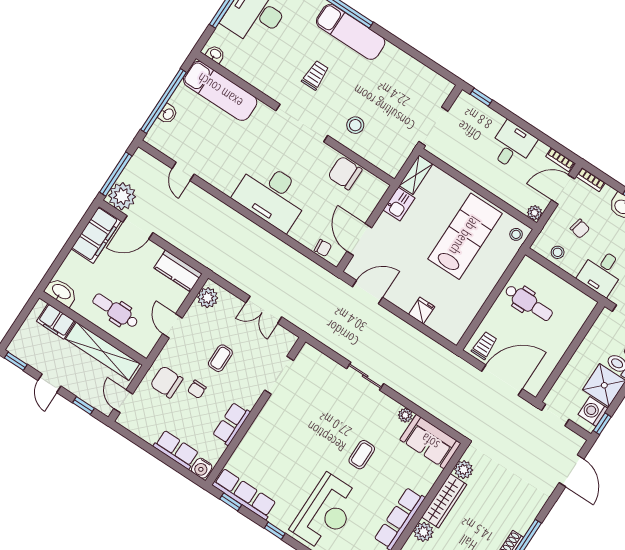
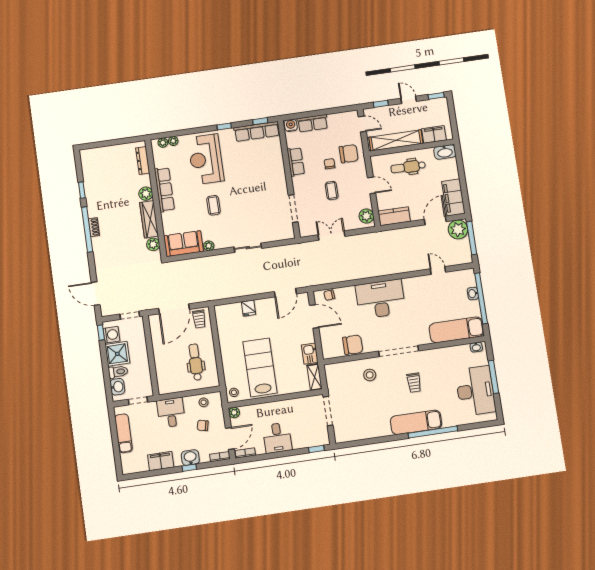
lab bench: (465, 236) -> (260, 367), turned 180
dental chair: (529, 303) -> (195, 362), turned 90
dental chair: (115, 311) -> (408, 167), turned 180

